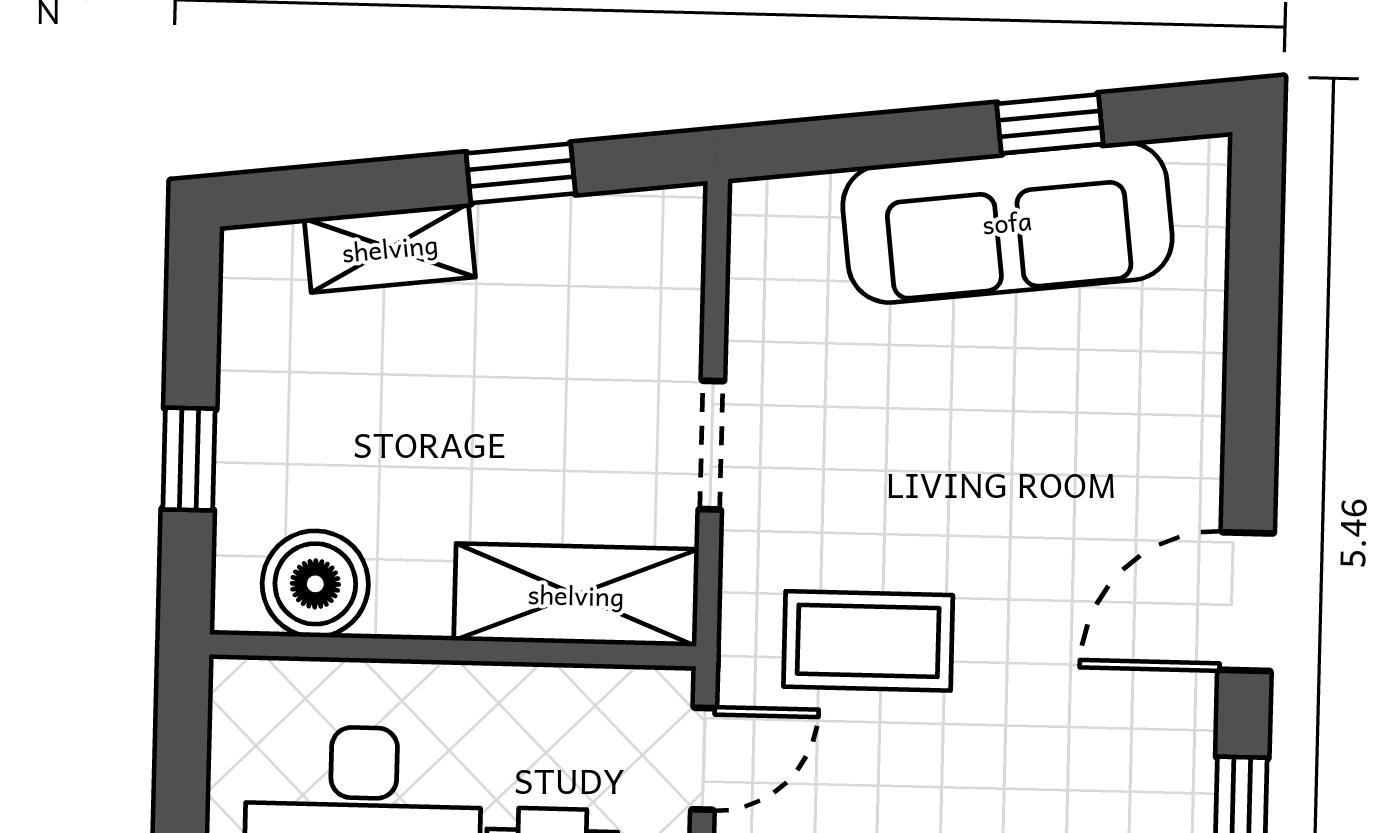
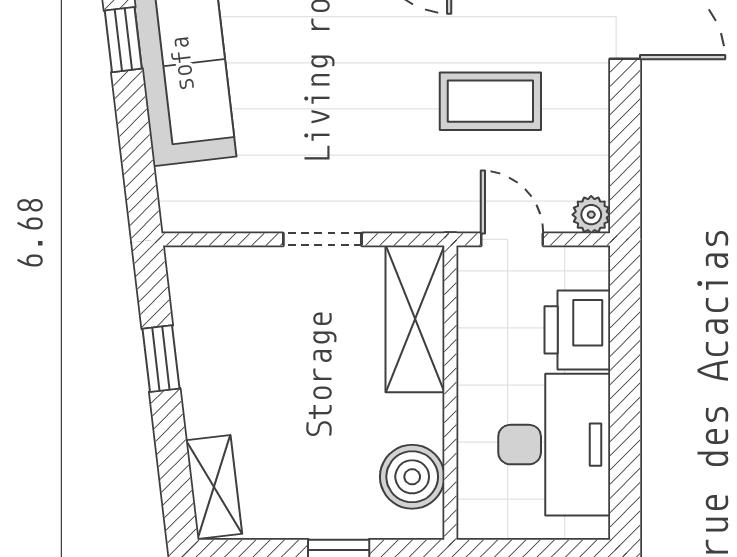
shelving: (390, 248) -> (214, 487), moved
coffee table: (868, 641) -> (490, 101), moved, turned 90

